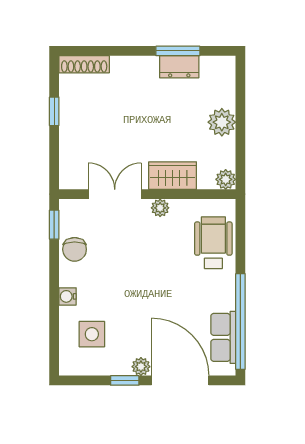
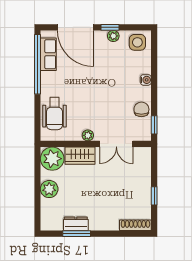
plant: (226, 179) -> (52, 159), width x1.88, depth x1.88
side table: (92, 334) -> (137, 42), moved
plant: (141, 367) -> (113, 36), moved

